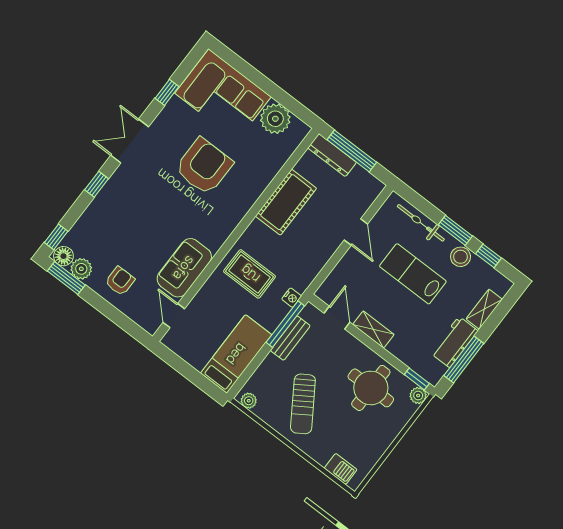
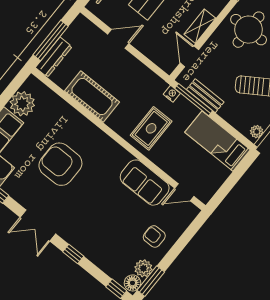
door: (337, 318) -> (189, 56), hinge flipped

